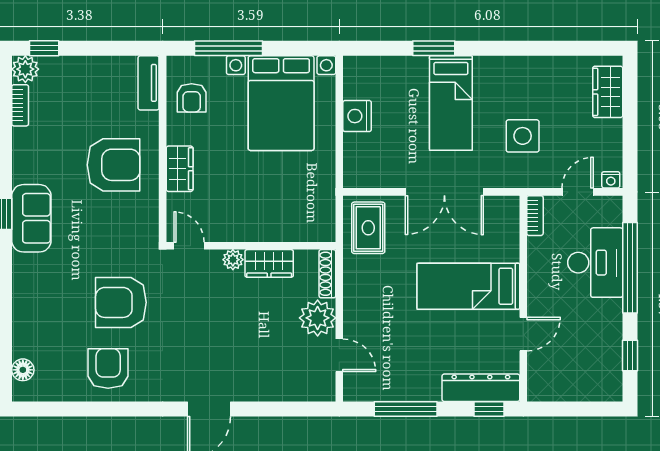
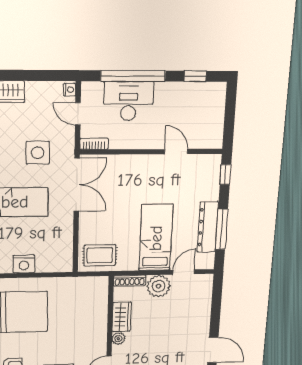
double door: (444, 192) -> (77, 185), moved
bed: (468, 286) -> (156, 238), moved, turned 180
dresser: (481, 388) -> (208, 227), moved

